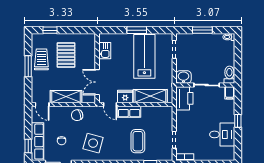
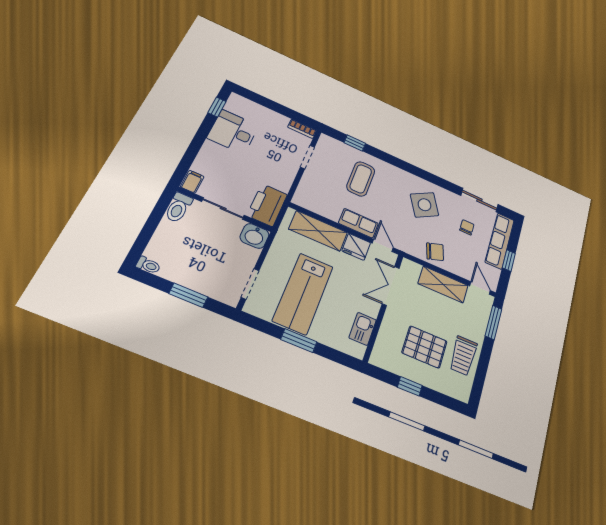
window: (50, 30) -> (410, 386), moved
pallet: (66, 55) -> (425, 347), turned 90
window: (28, 66) -> (493, 322), moved
double door: (97, 82) -> (391, 286), swing flipped
window: (238, 121) -> (217, 107), moved
side table: (93, 143) -> (425, 205), turned 45
window: (28, 146) -> (509, 261), moved

